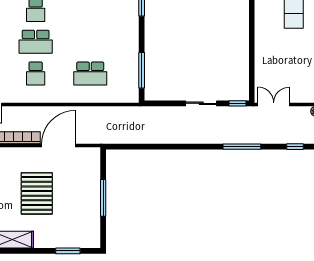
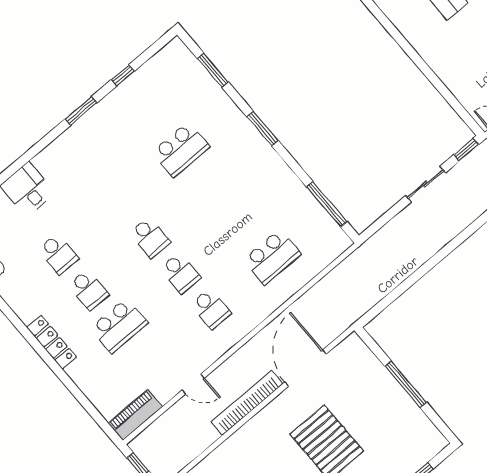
school desk: (36, 42) -> (180, 273), width x0.54

